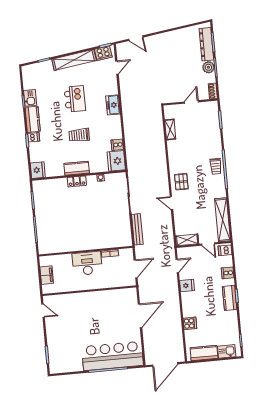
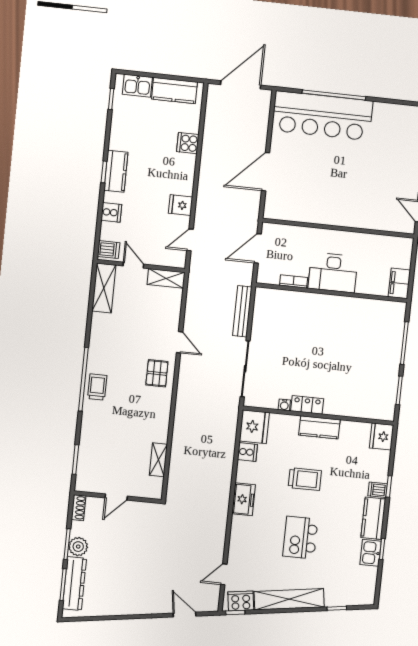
freezer: (113, 105) -> (244, 499), moved
locker: (77, 181) -> (307, 405), moved
shelving: (223, 220) -> (104, 288), width x0.68
filing cabinet: (47, 275) -> (399, 283), moved

